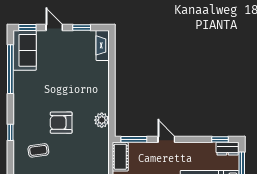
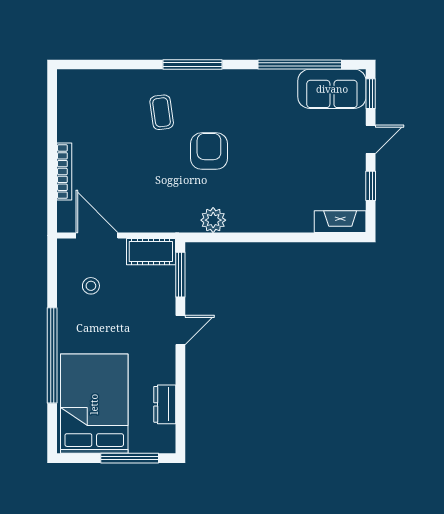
window: (10, 132) -> (192, 64), width x2.17
window: (220, 139) -> (180, 421), removed
dresser: (228, 149) -> (165, 404), moved

